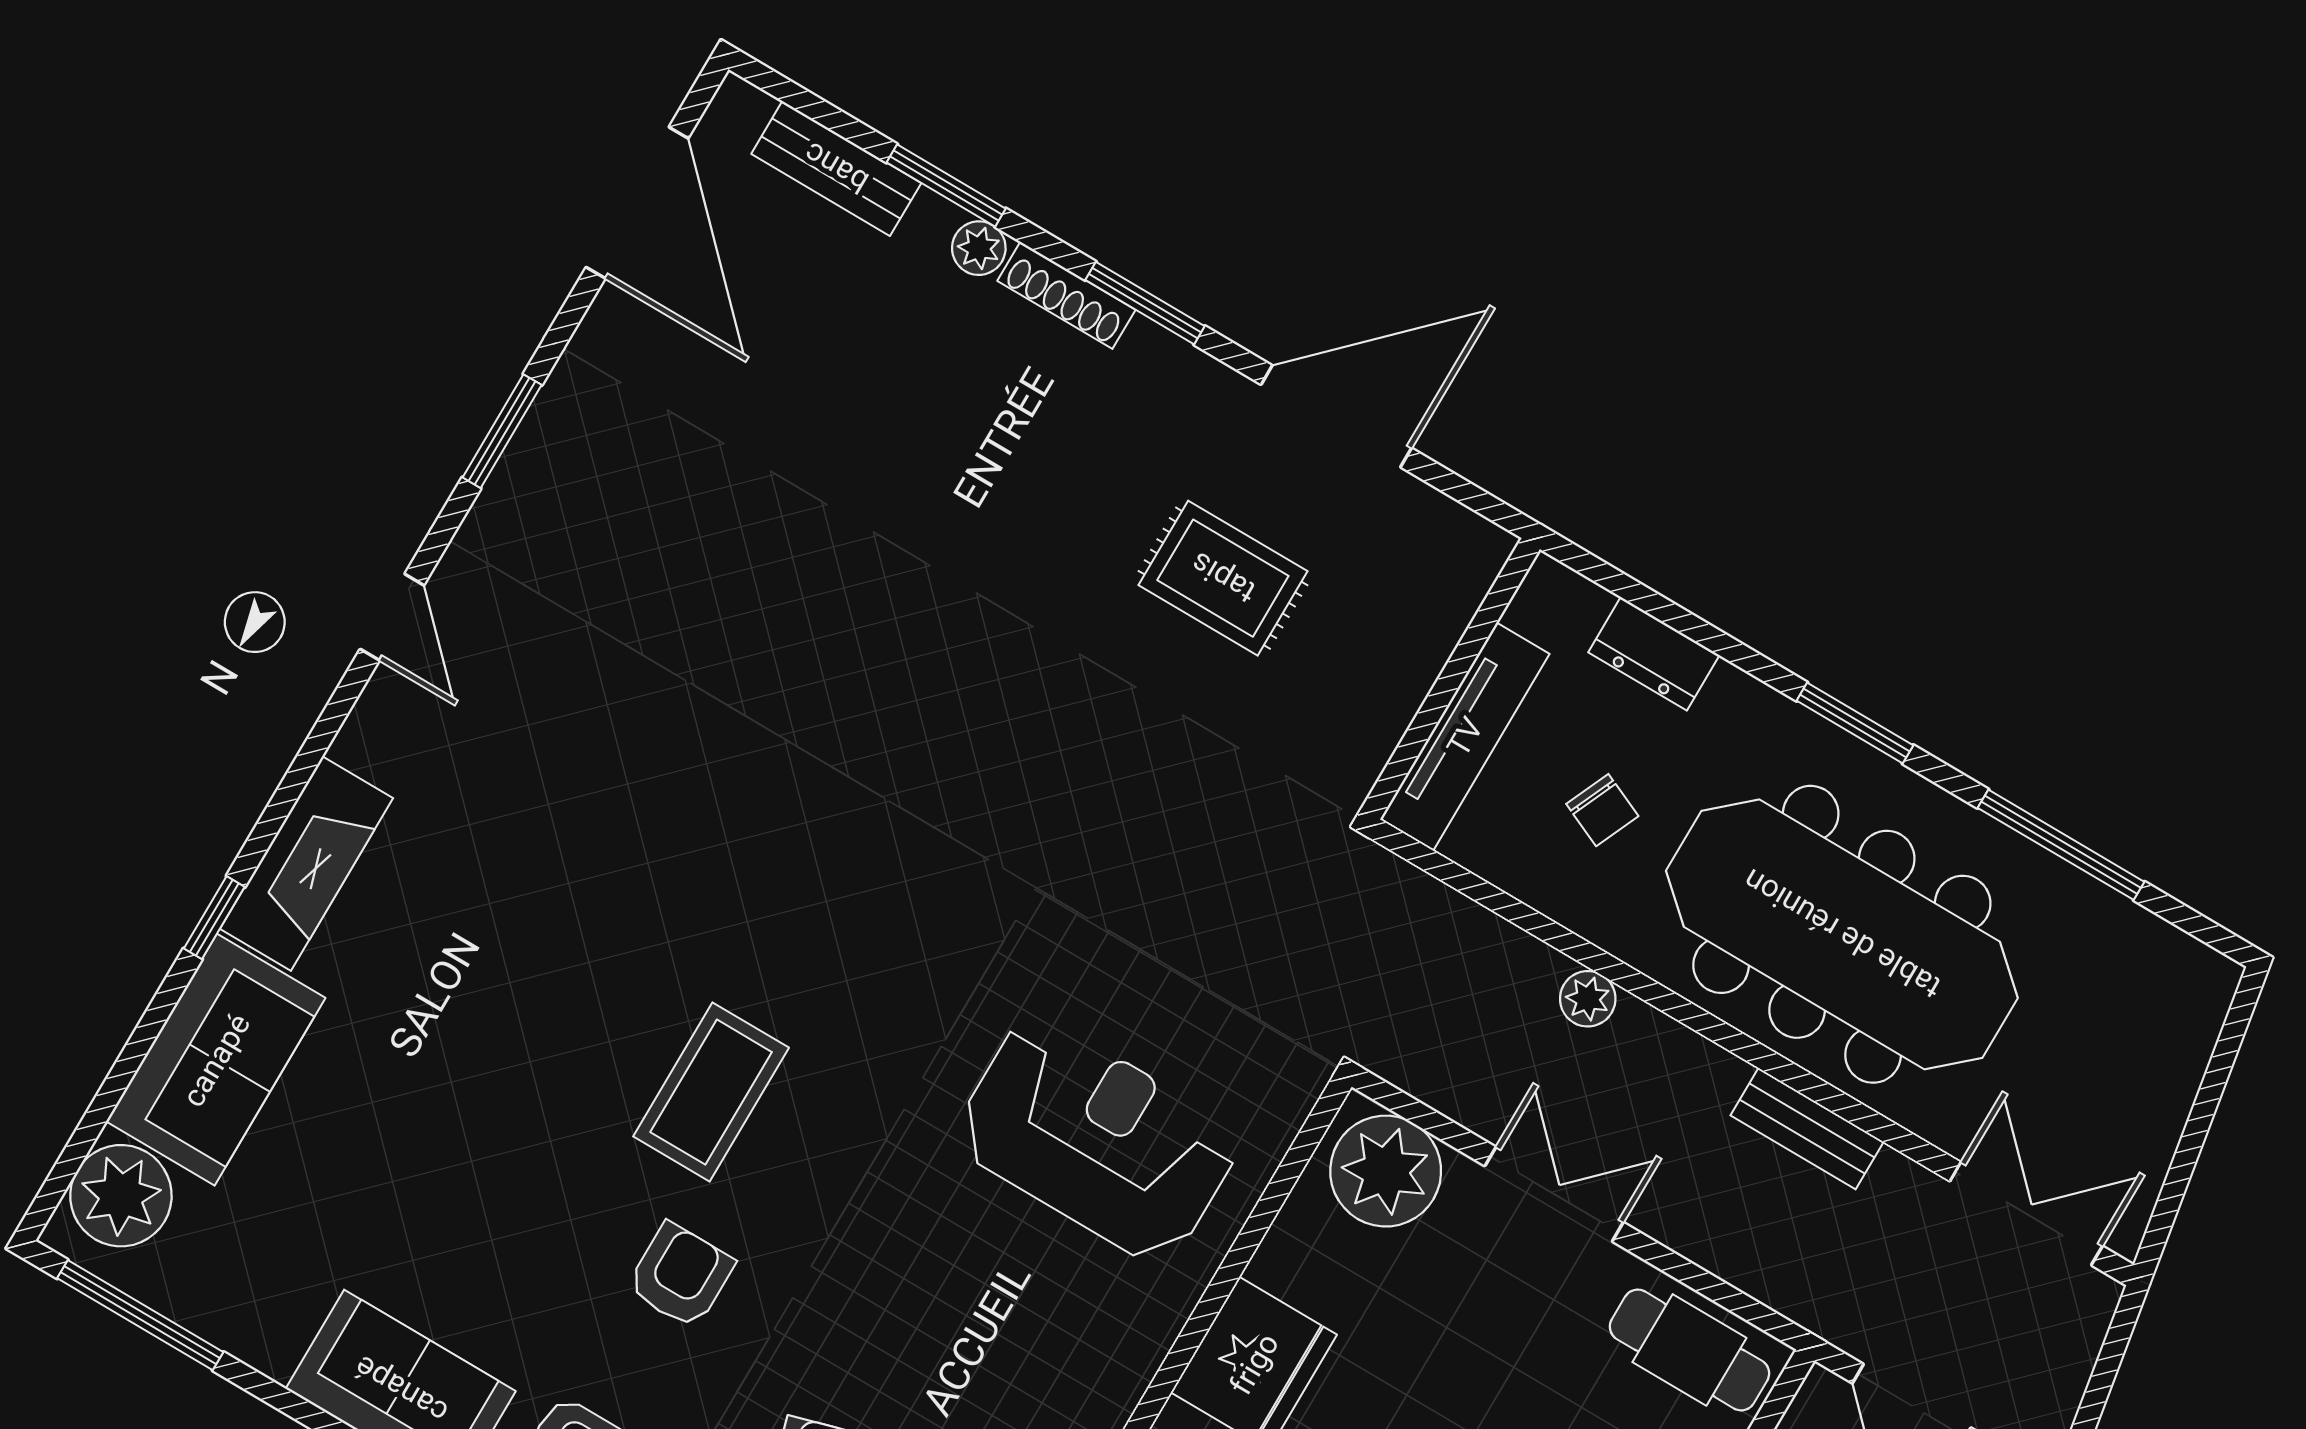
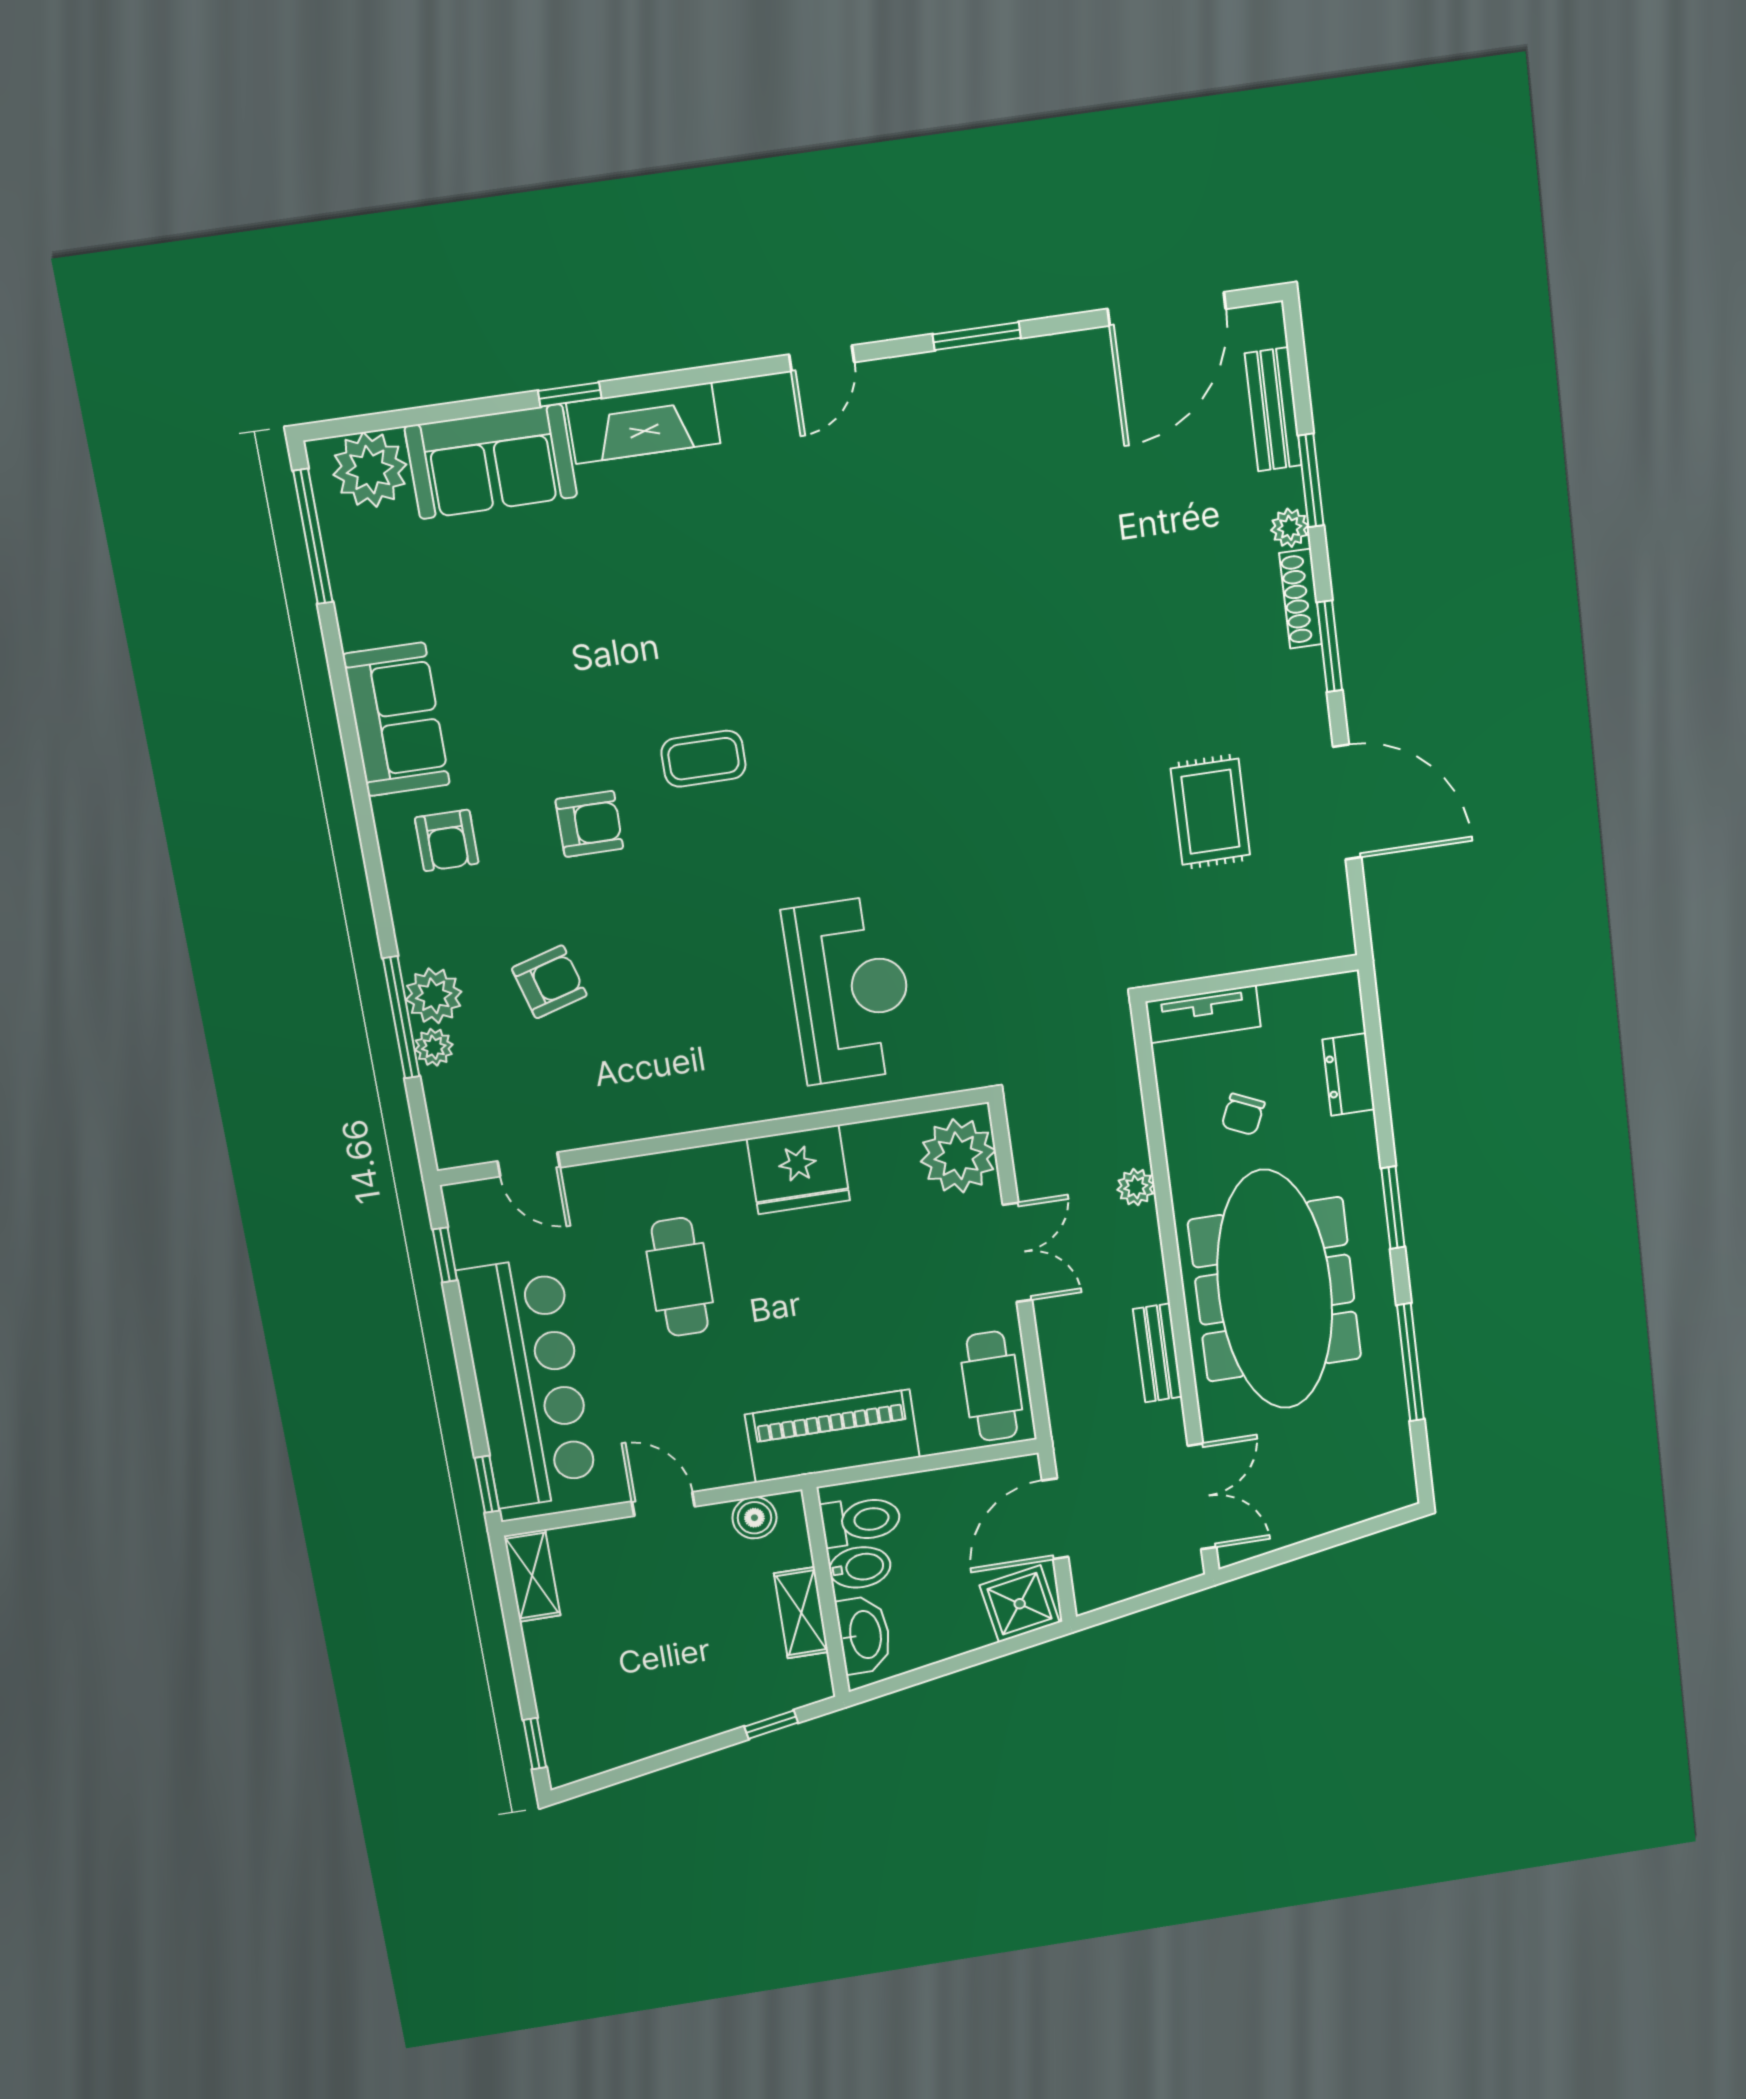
tv unit: (1465, 737) -> (1203, 1014), width x0.71
coffee table: (711, 1092) -> (703, 759), width x0.73, depth x0.77

